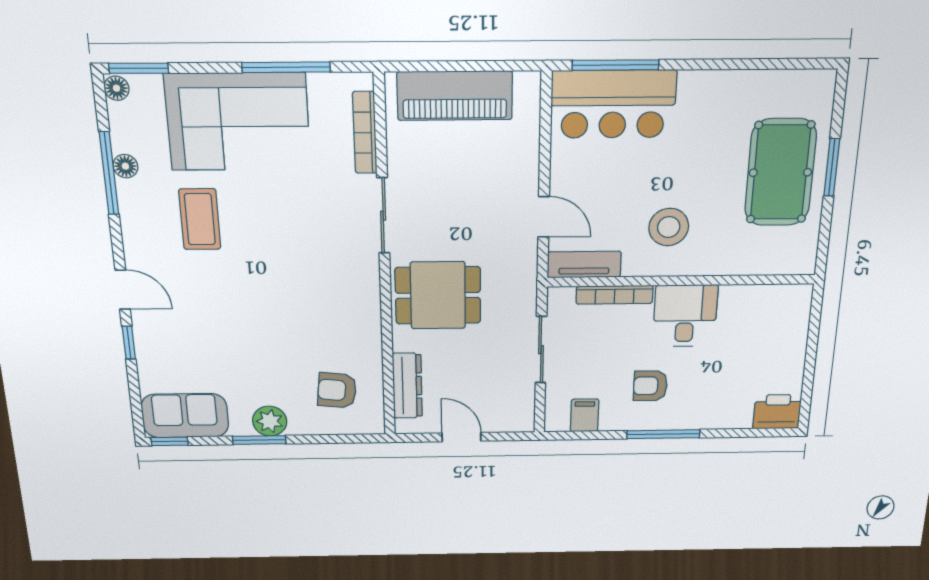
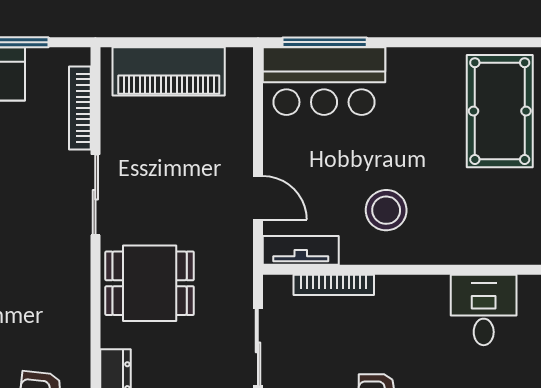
pool table: (780, 172) -> (500, 111), moved
desk: (685, 316) -> (484, 310), moved

